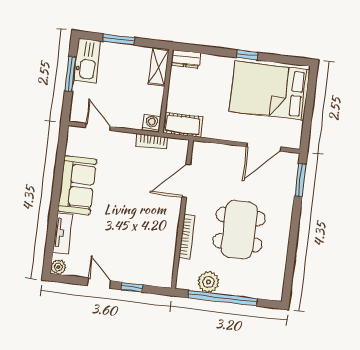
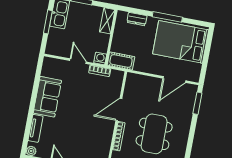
window: (247, 55) -> (167, 17), width x2.17
dresser: (186, 59) -> (137, 19), moved
door: (98, 127) -> (78, 61), moved
door: (186, 181) -> (119, 110), moved

